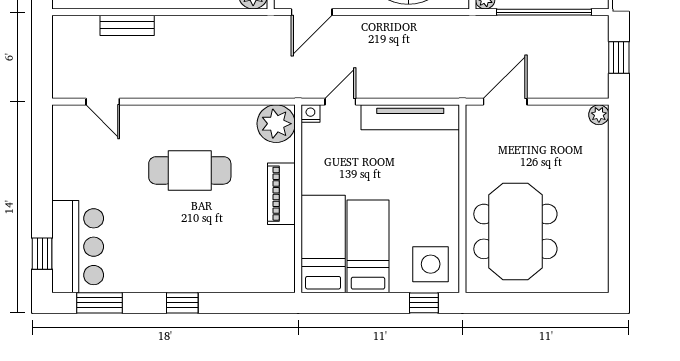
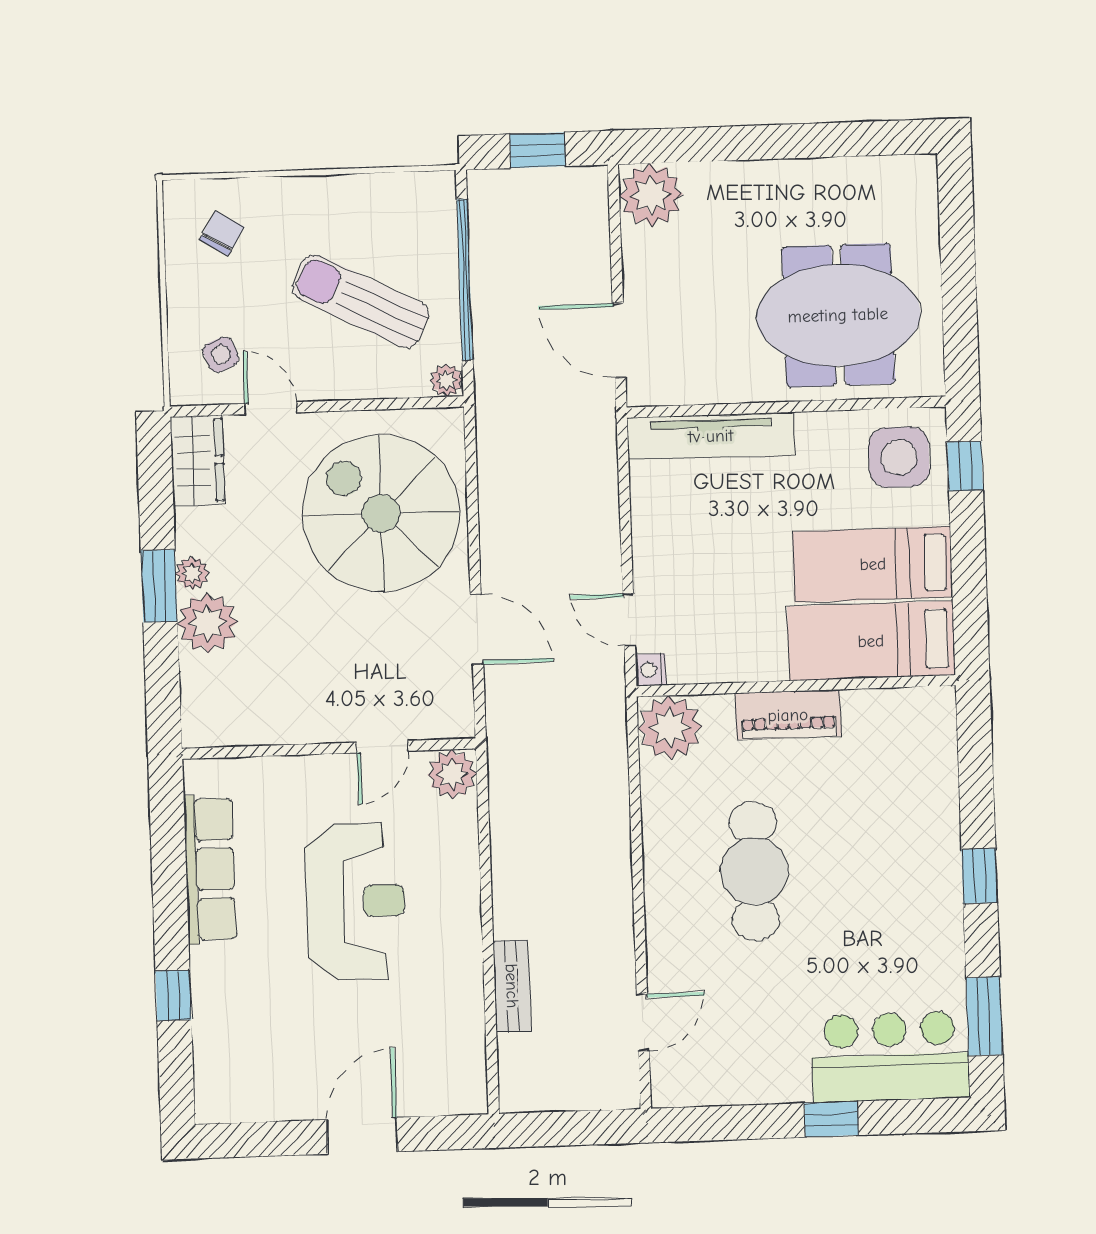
door: (312, 12) -> (477, 629), moved
plant: (599, 115) -> (651, 195), width x1.88, depth x1.88
tv unit: (410, 117) -> (711, 436), moved, turned 90
window: (42, 254) -> (831, 1119), moved

